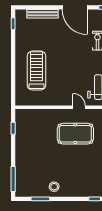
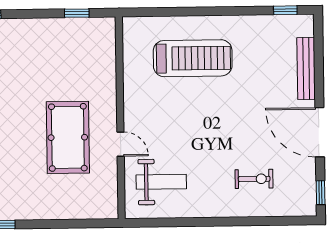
door: (75, 7) -> (320, 132), hinge flipped
door: (79, 107) -> (121, 144), hinge flipped

